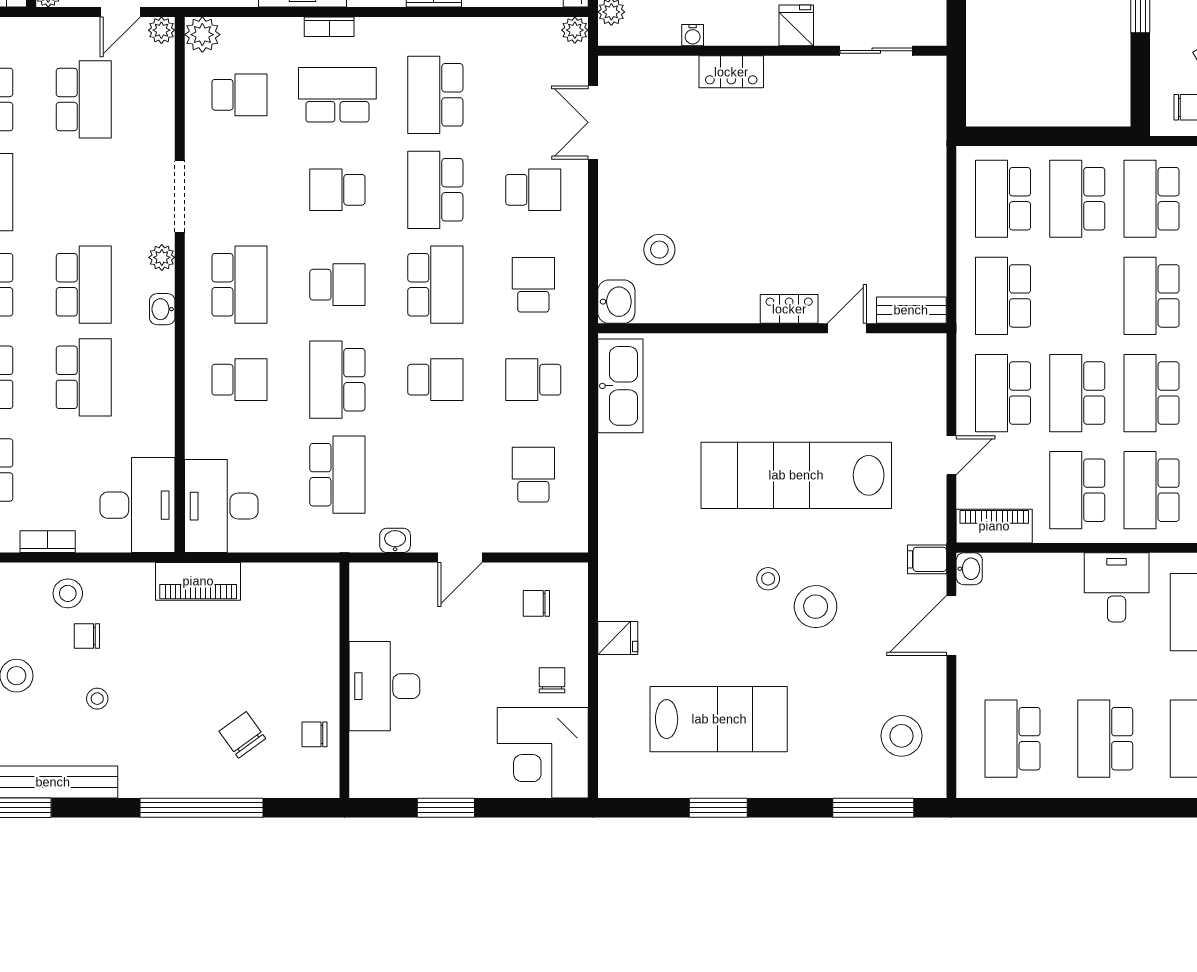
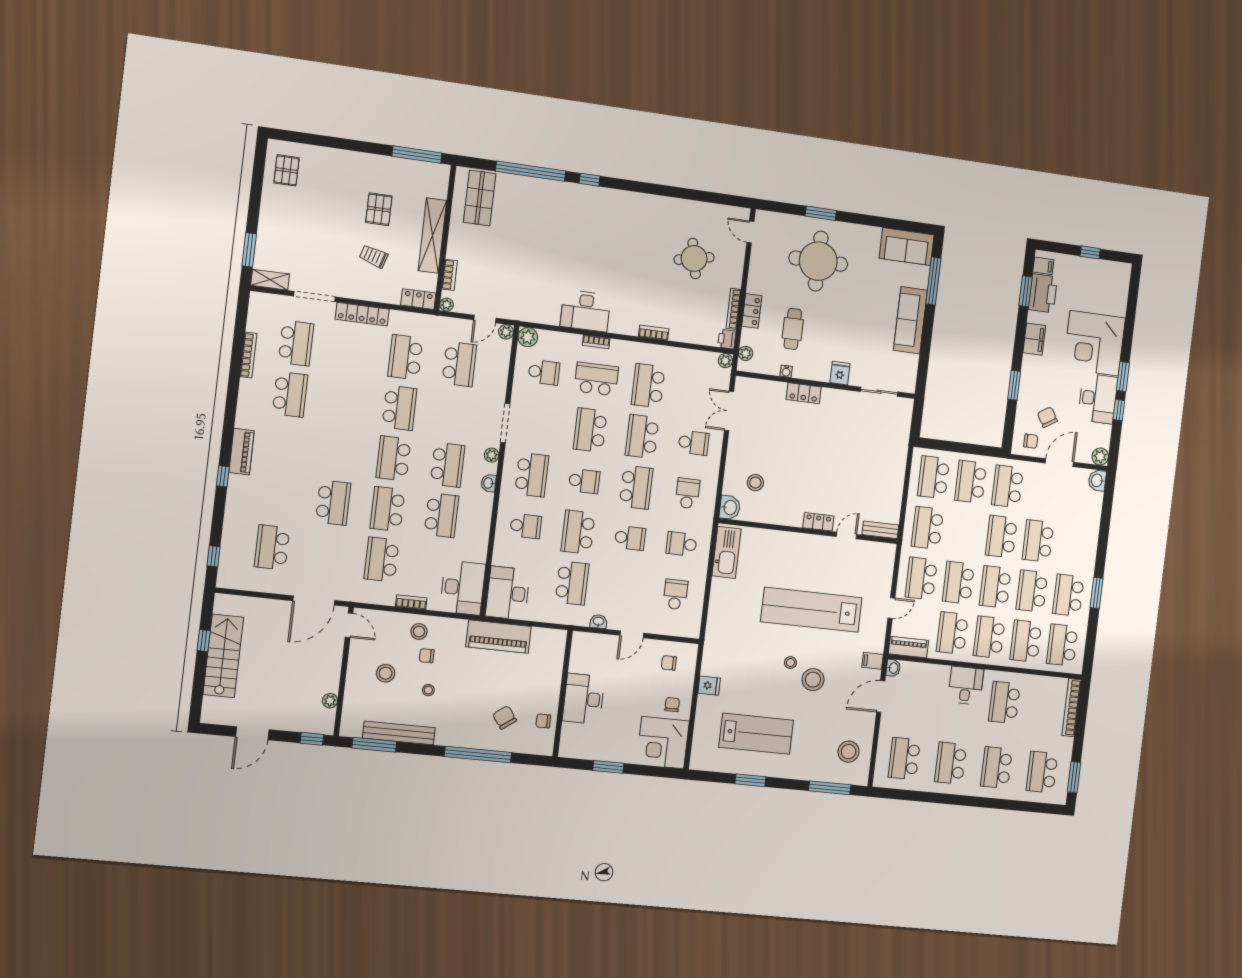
school desk: (337, 190) -> (590, 430), width x1.85
piano: (198, 581) -> (498, 637), width x1.37, depth x1.33

